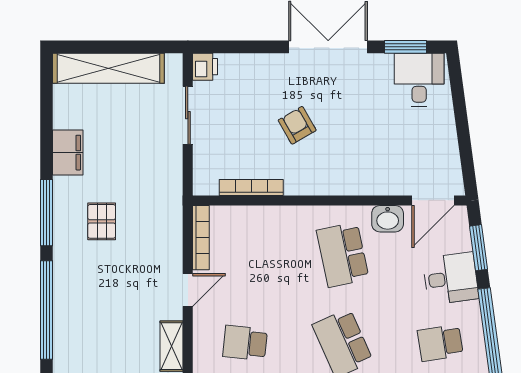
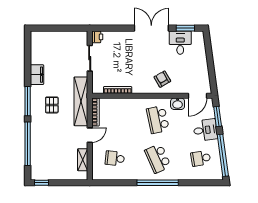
shelving: (108, 68) -> (81, 101), moved, turned 90
desk: (419, 80) -> (180, 43), moved
armchair: (297, 125) -> (162, 79), moved

